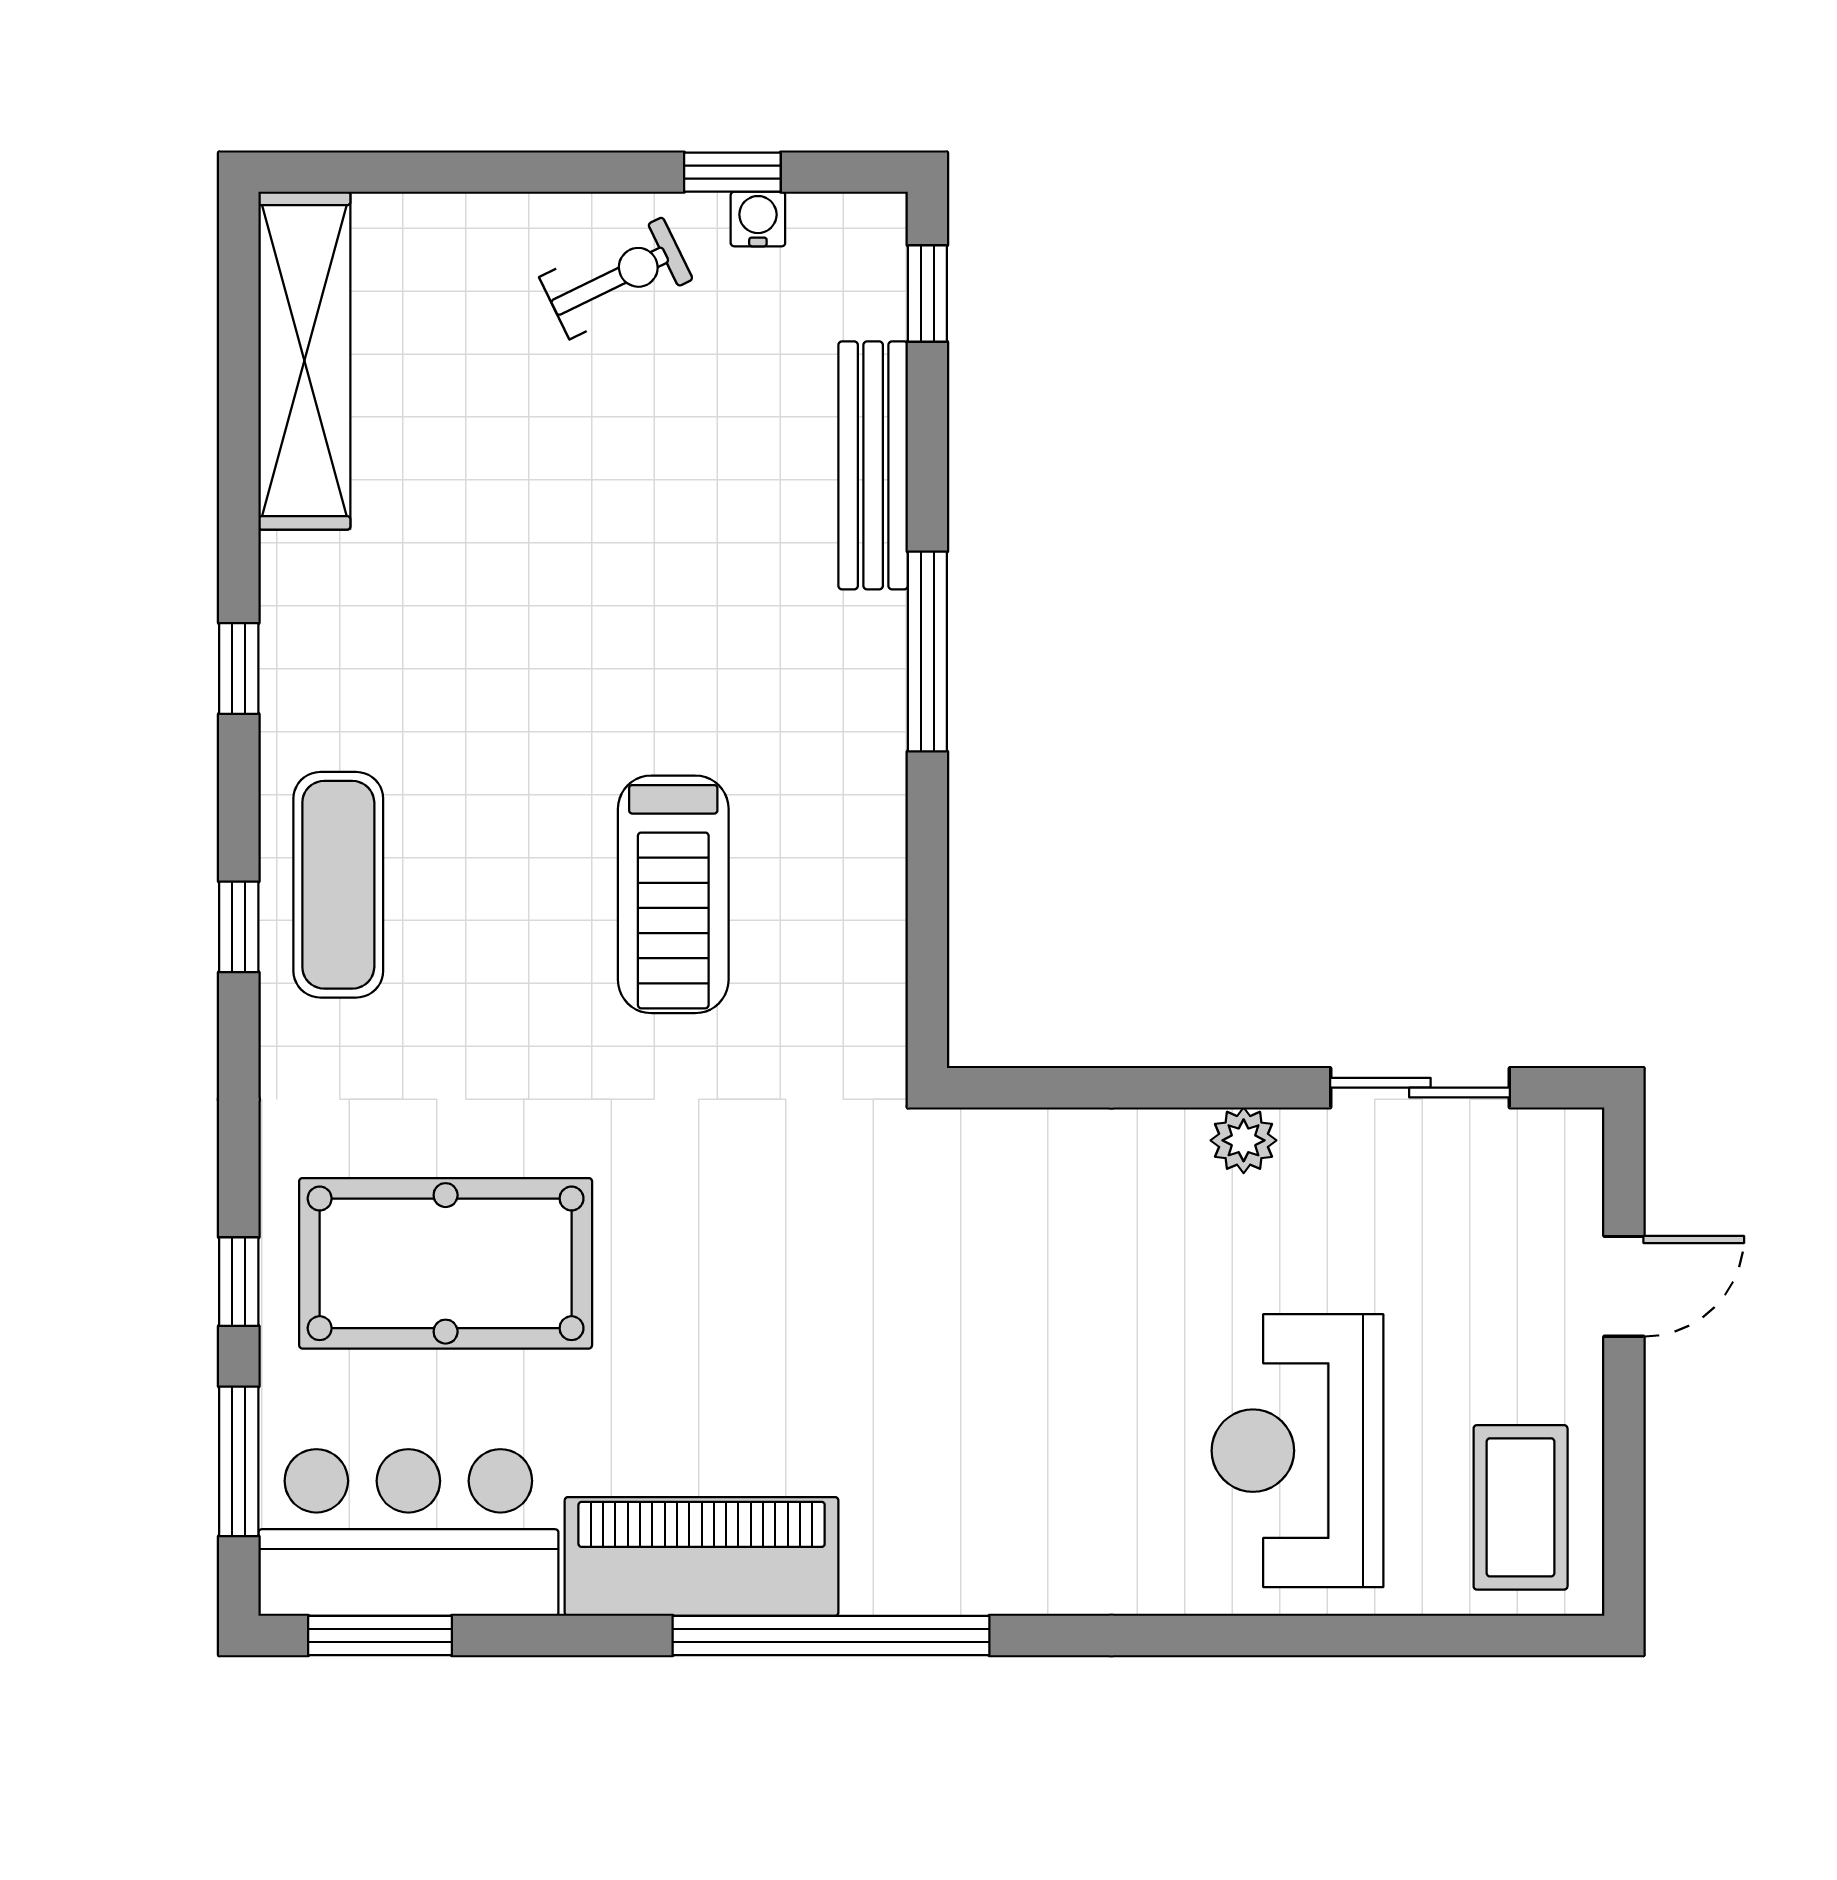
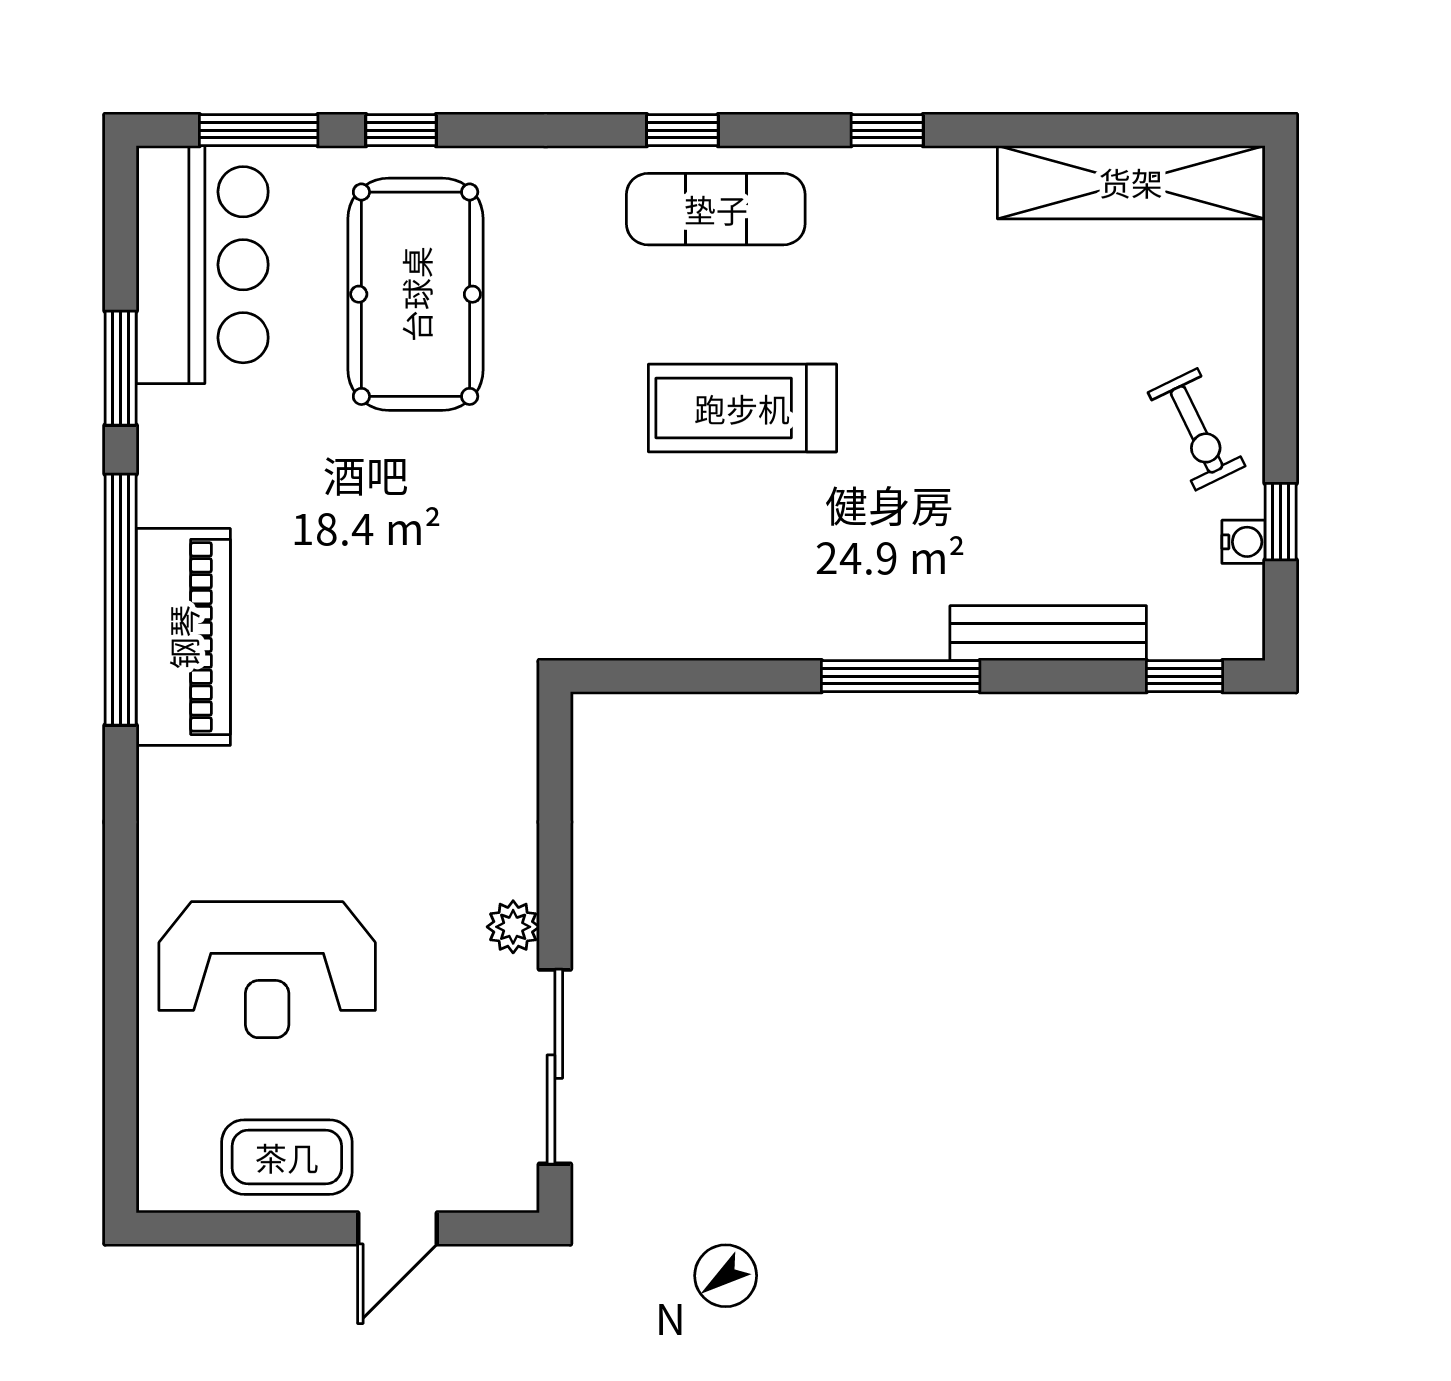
treadmill: (673, 894) -> (742, 408), moved
sliding door: (1420, 1088) -> (555, 1067), width x1.37
door: (1624, 1286) -> (397, 1228), hinge flipped
reception desk: (1297, 1451) -> (267, 970), turned 180
coffee table: (1521, 1507) -> (287, 1157), moved
piano: (702, 1556) -> (183, 637), moved
window: (380, 1635) -> (121, 368), moved

